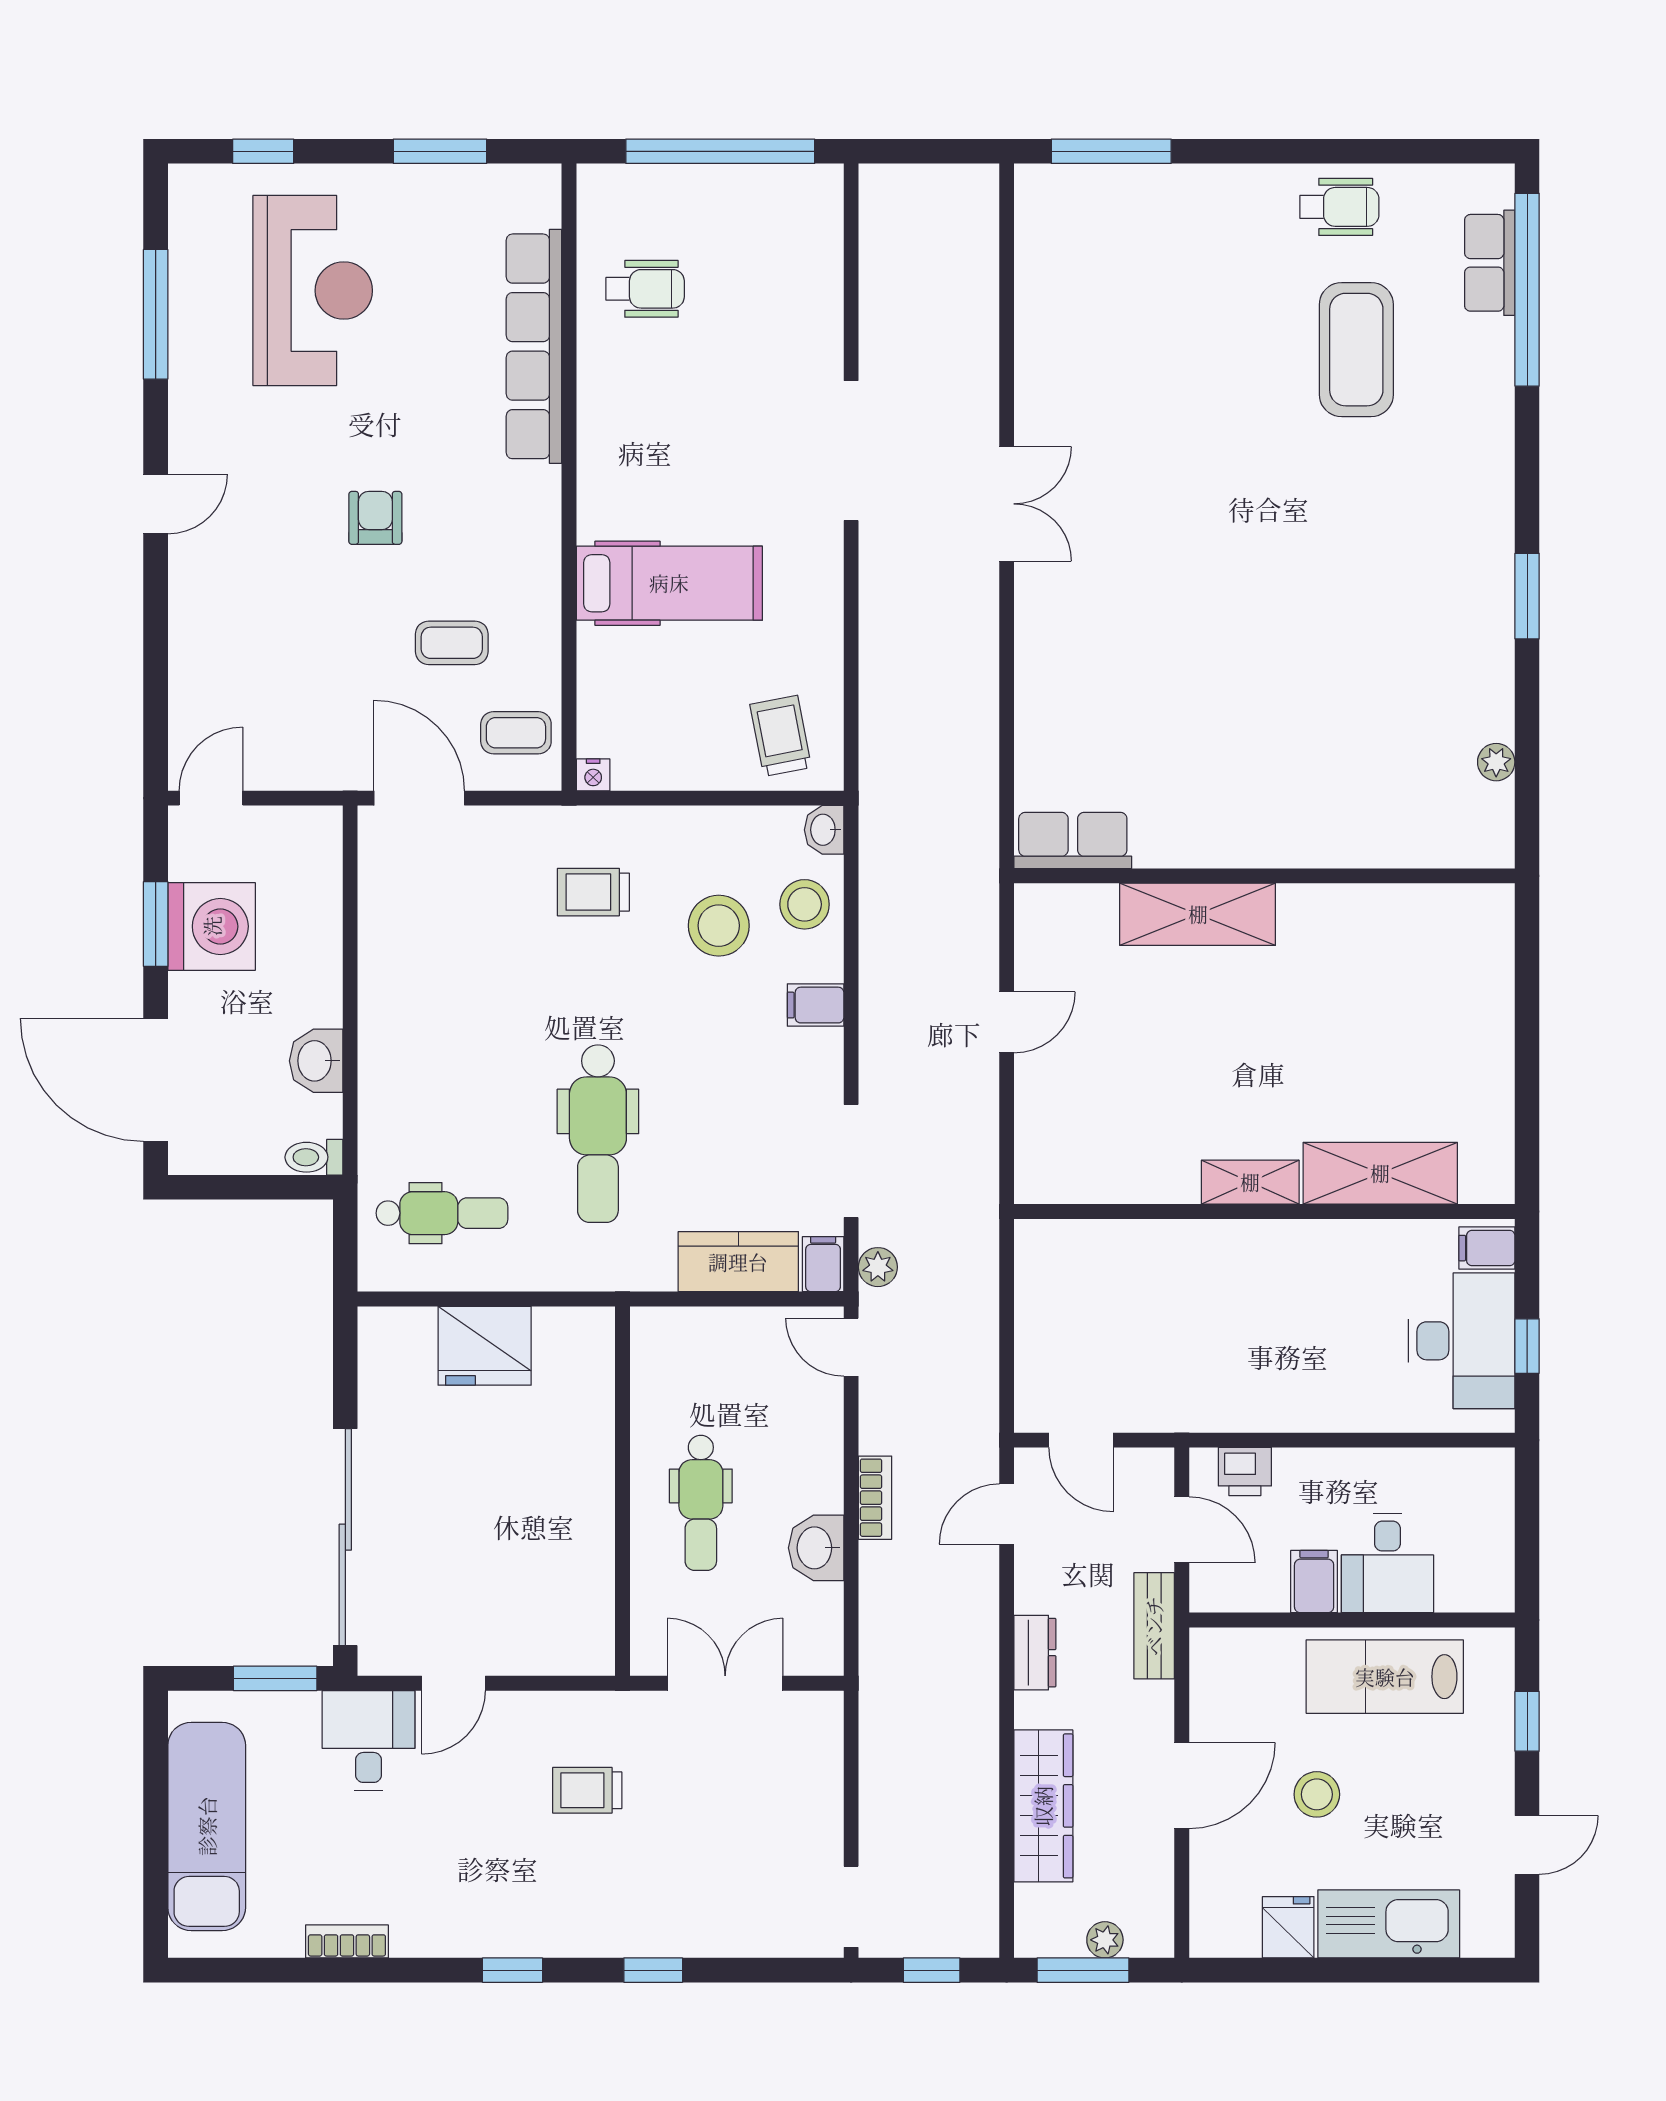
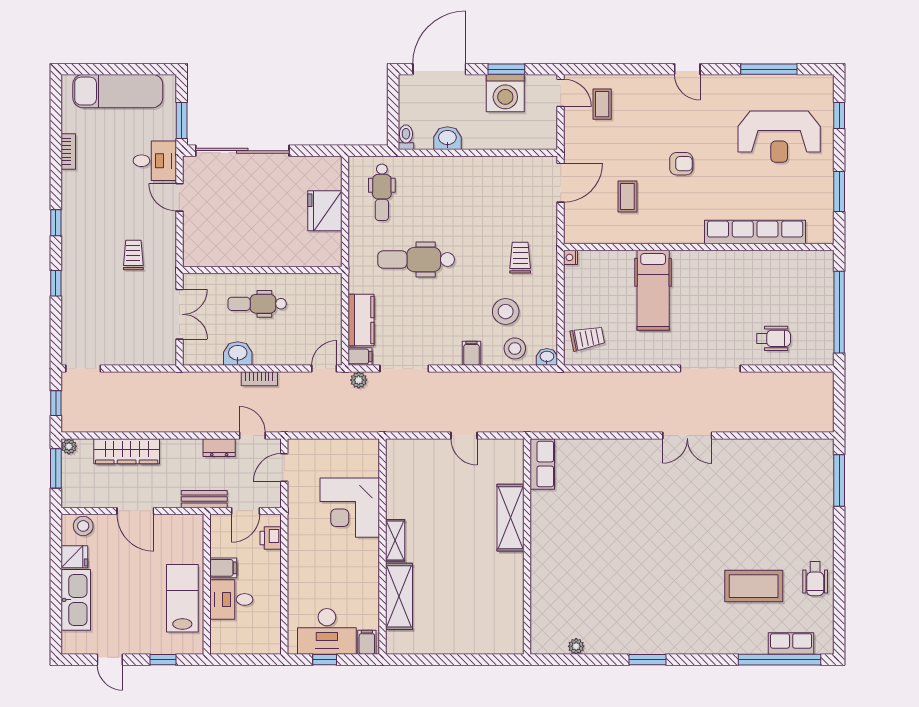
wheelchair: (645, 289) -> (774, 338), moved, turned -90
coffee table: (516, 733) -> (602, 104), moved
corner desk: (1174, 1288) -> (350, 508), added
dresser: (1035, 1653) -> (219, 448), moved
stool: (1317, 1794) -> (83, 526), moved
plant: (1105, 1940) -> (69, 446), moved

